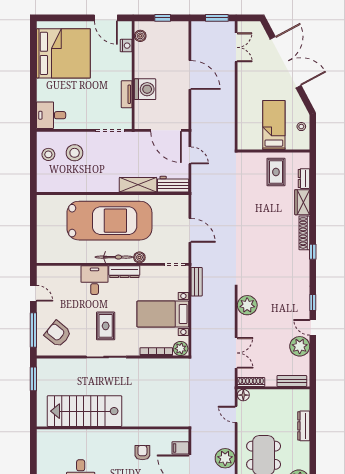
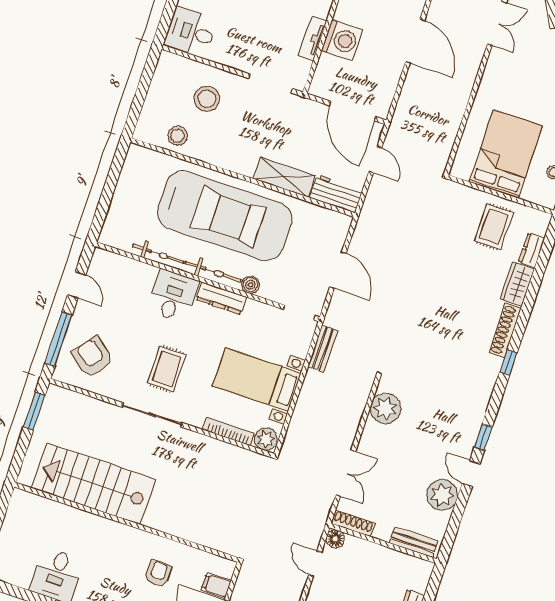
bed: (274, 125) -> (506, 154), width x1.50
stool: (48, 154) -> (178, 136), moved
bicycle: (77, 258) -> (158, 254), added

